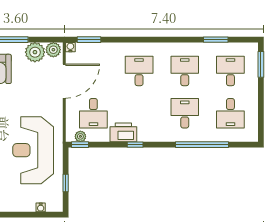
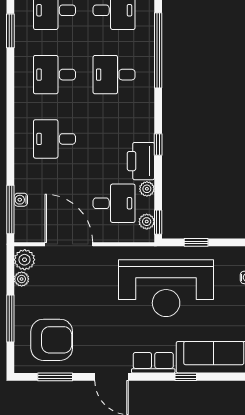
window: (89, 40) -> (10, 209), width x1.44
water cooler: (70, 47) -> (21, 200), moved
plant: (35, 52) -> (22, 279), width x0.53, depth x0.53
plant: (104, 137) -> (147, 189), added
window: (66, 183) -> (196, 242), moved

